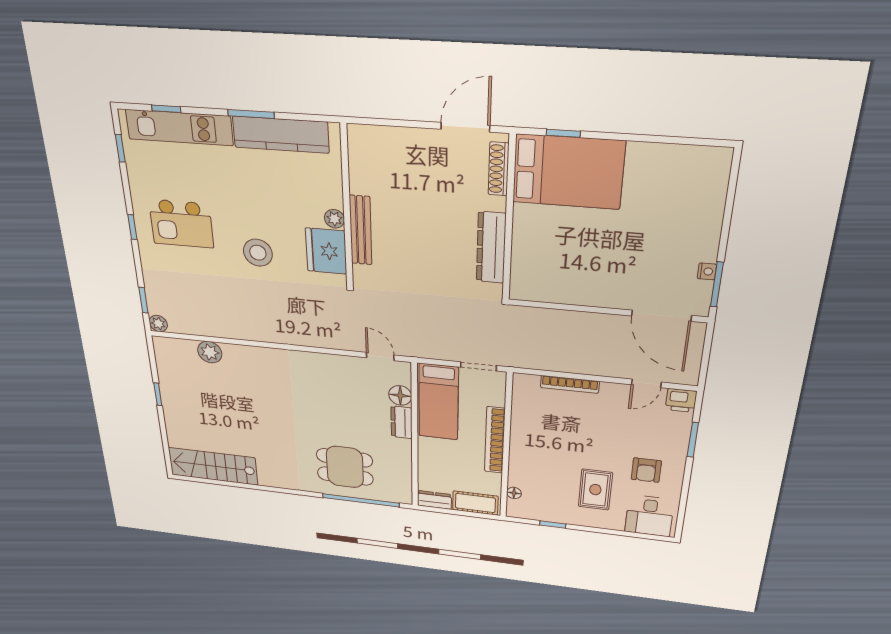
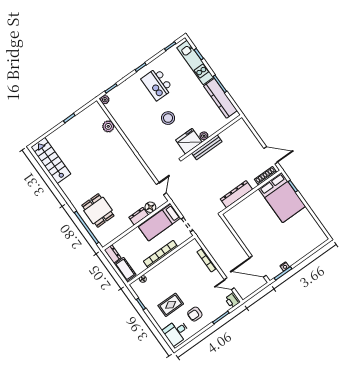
door: (661, 316) -> (258, 267), hinge flipped

